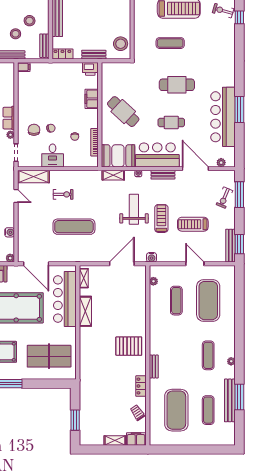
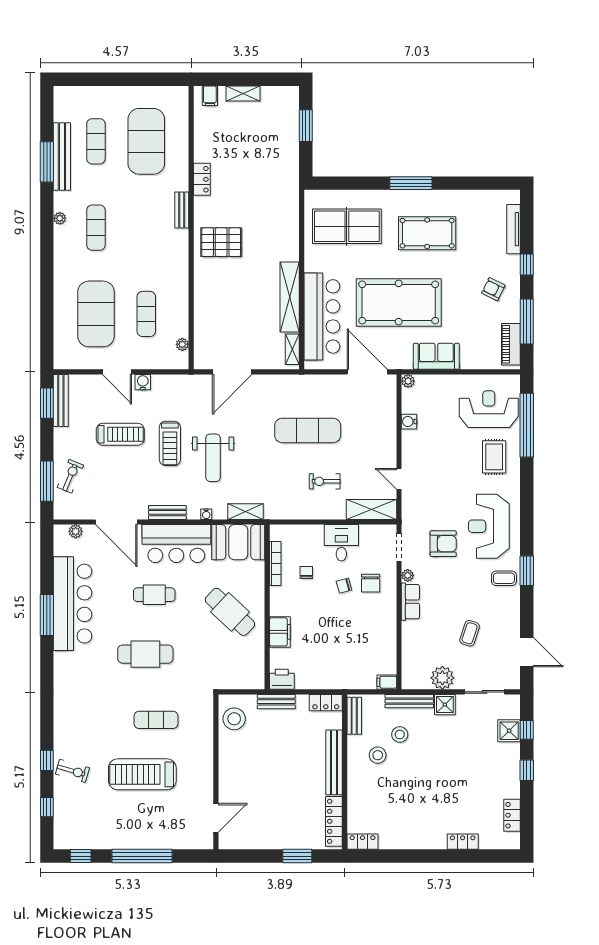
water cooler: (152, 257) -> (143, 382), moved
shelving: (85, 311) -> (290, 297), width x1.47
trolley: (137, 413) -> (208, 137), removed
filing cabinet: (136, 439) -> (210, 96), width x0.50

